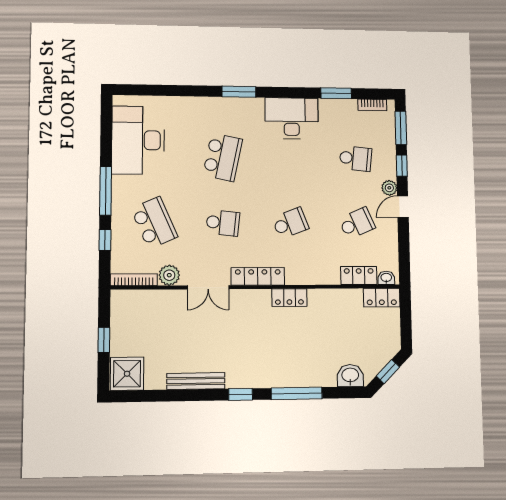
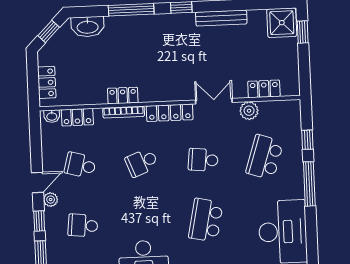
school desk: (154, 223) -> (265, 157), turned 42
school desk: (357, 223) -> (80, 165), turned 39
bookcase: (134, 280) -> (124, 112), moved
locker: (289, 298) -> (123, 96), moved
locker: (382, 298) -> (47, 82), moved, turned 90
locker: (151, 299) -> (264, 89), added
window: (104, 340) -> (303, 32), moved
washbasin: (350, 376) -> (88, 27), width x1.38

